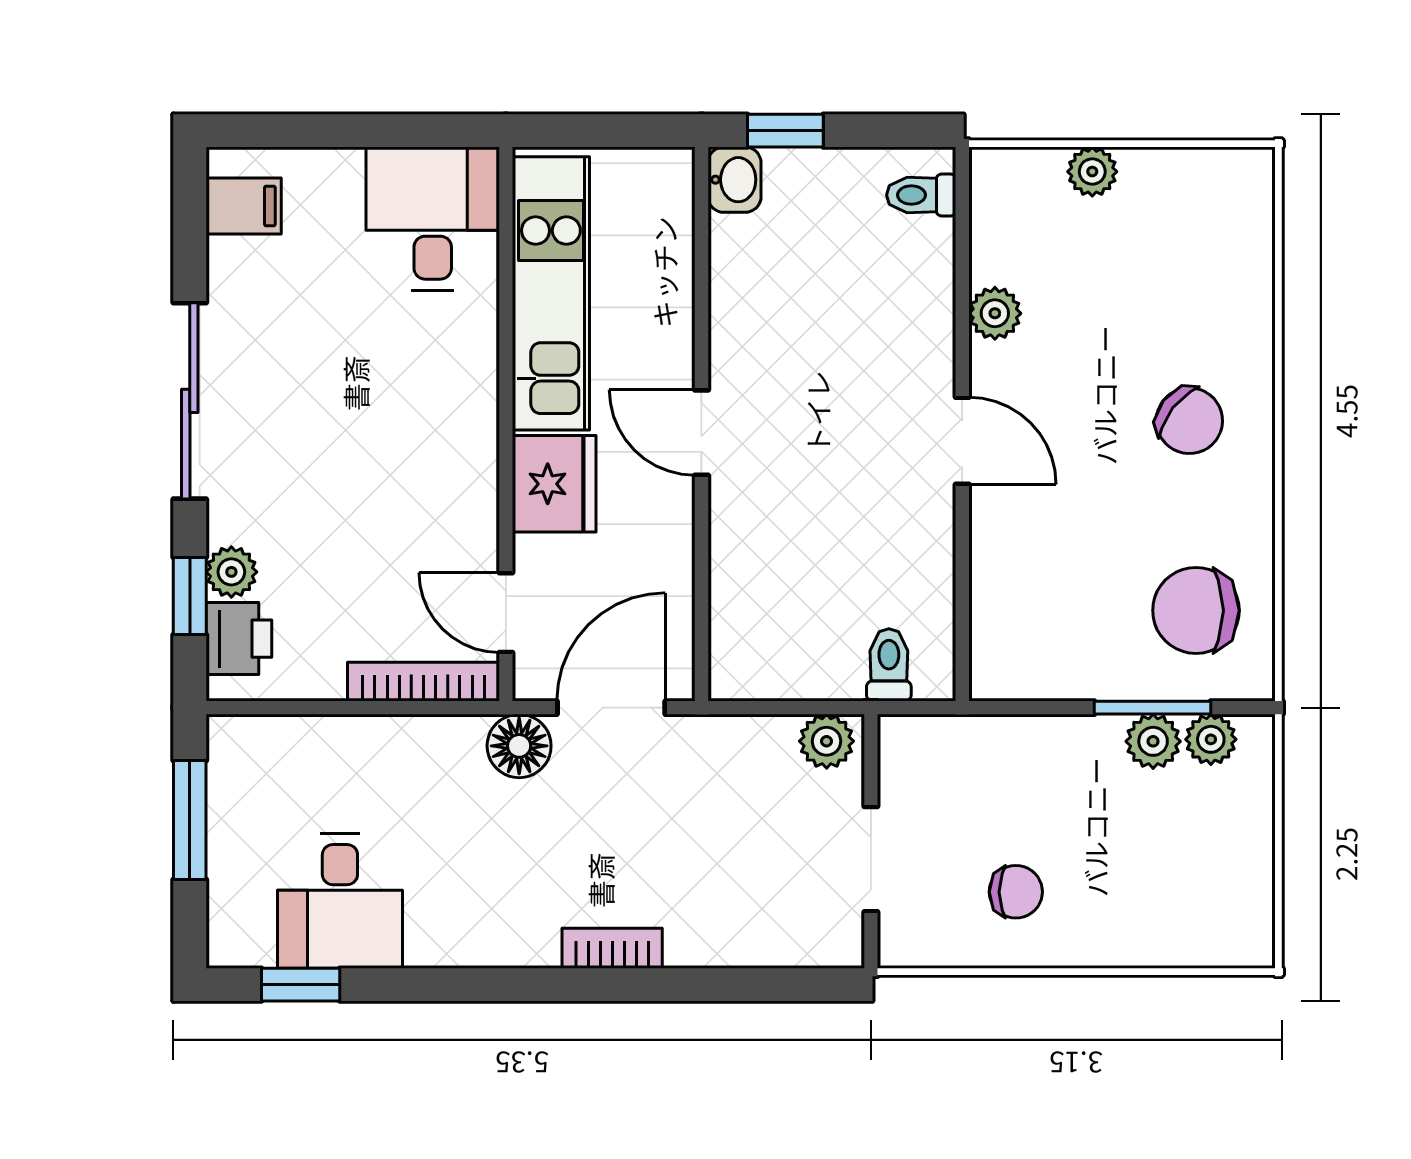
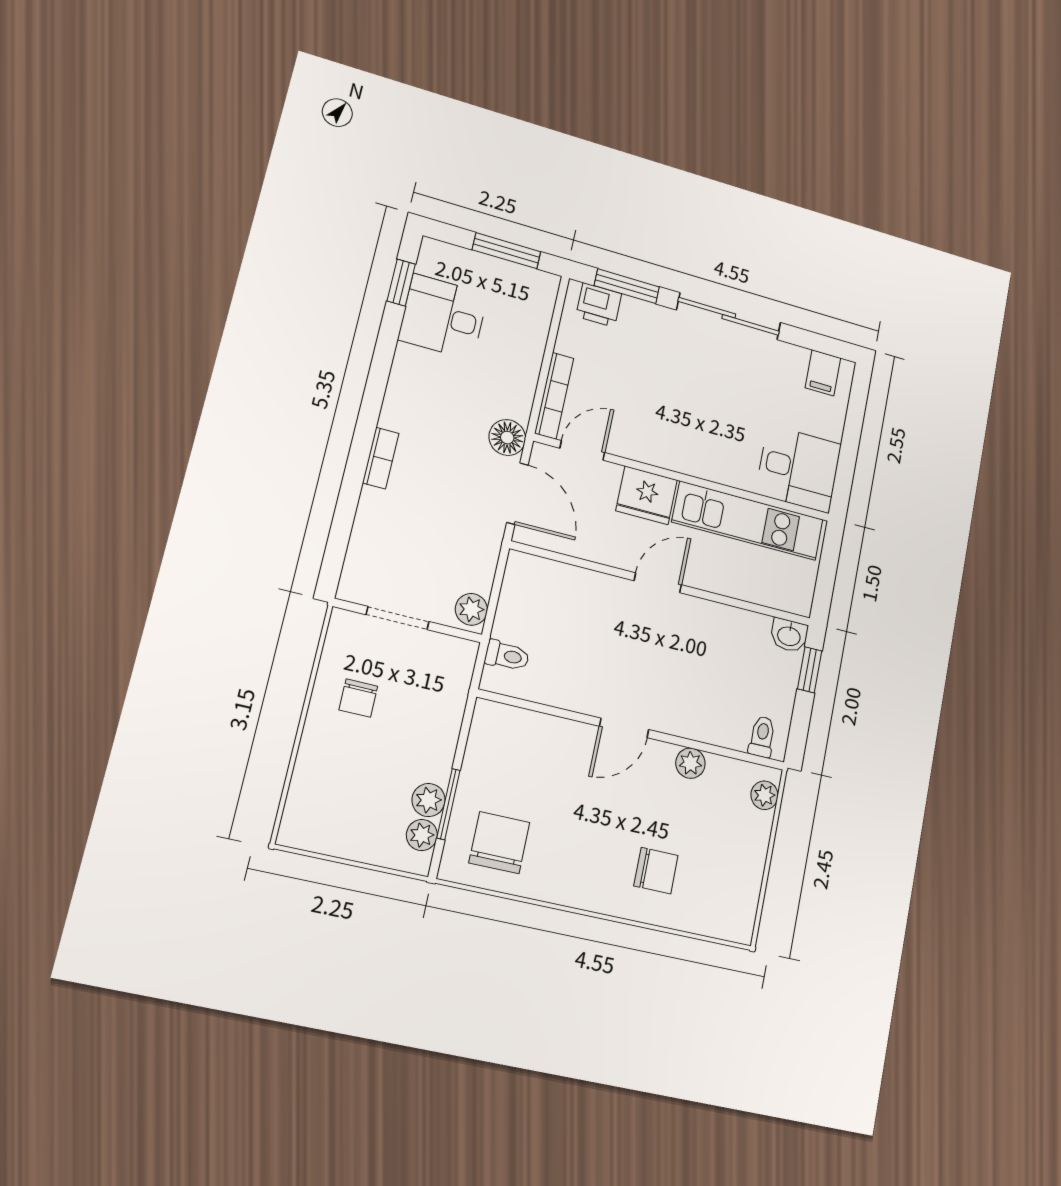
plant: (1092, 172) -> (764, 795), moved
chair: (1189, 421) -> (656, 871), moved, turned -128
plant: (231, 572) -> (635, 311), removed
window: (190, 596) -> (627, 286), width x1.50

